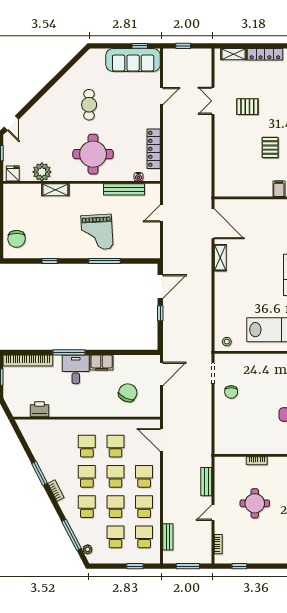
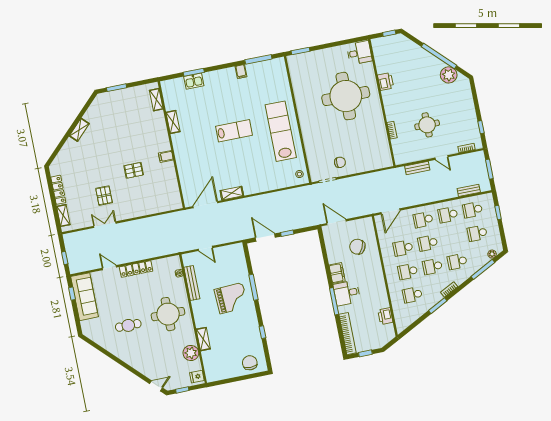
double door: (213, 101) -> (105, 225), swing flipped
locker: (154, 149) -> (136, 269), moved
chair: (17, 239) -> (250, 363), turned -90
school desk: (115, 507) -> (412, 295), moved

